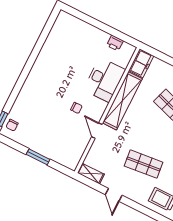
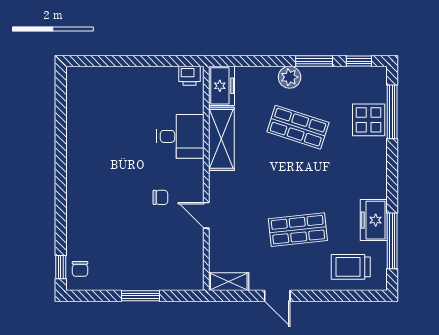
printer: (115, 43) -> (190, 76), moved
desk: (104, 80) -> (180, 136), width x0.73
shelving: (122, 101) -> (221, 139), width x0.68

